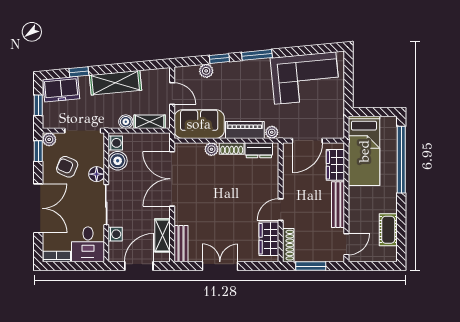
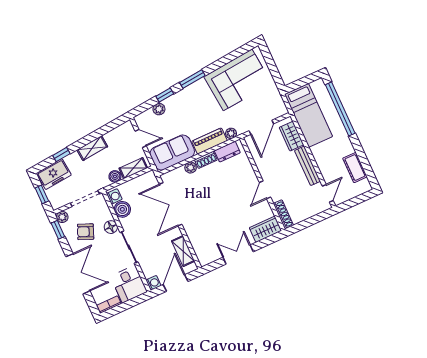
shelving: (115, 83) -> (92, 148), width x0.67, depth x0.75
washing machine: (115, 234) -> (154, 283), moved
wardrobe: (269, 239) -> (265, 229), moved, turned 90
bench: (181, 244) -> (200, 251), removed
window: (311, 266) -> (308, 223), removed

